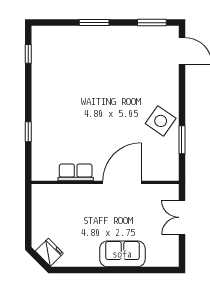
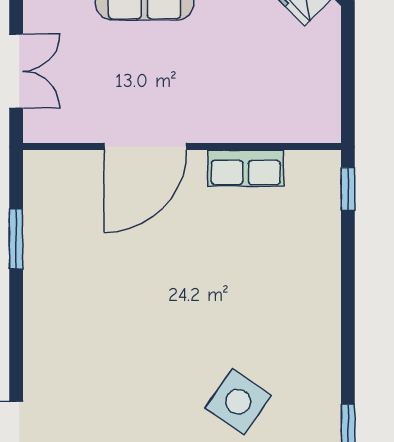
side table: (161, 121) -> (238, 402), moved
window: (28, 132) -> (348, 189), moved

